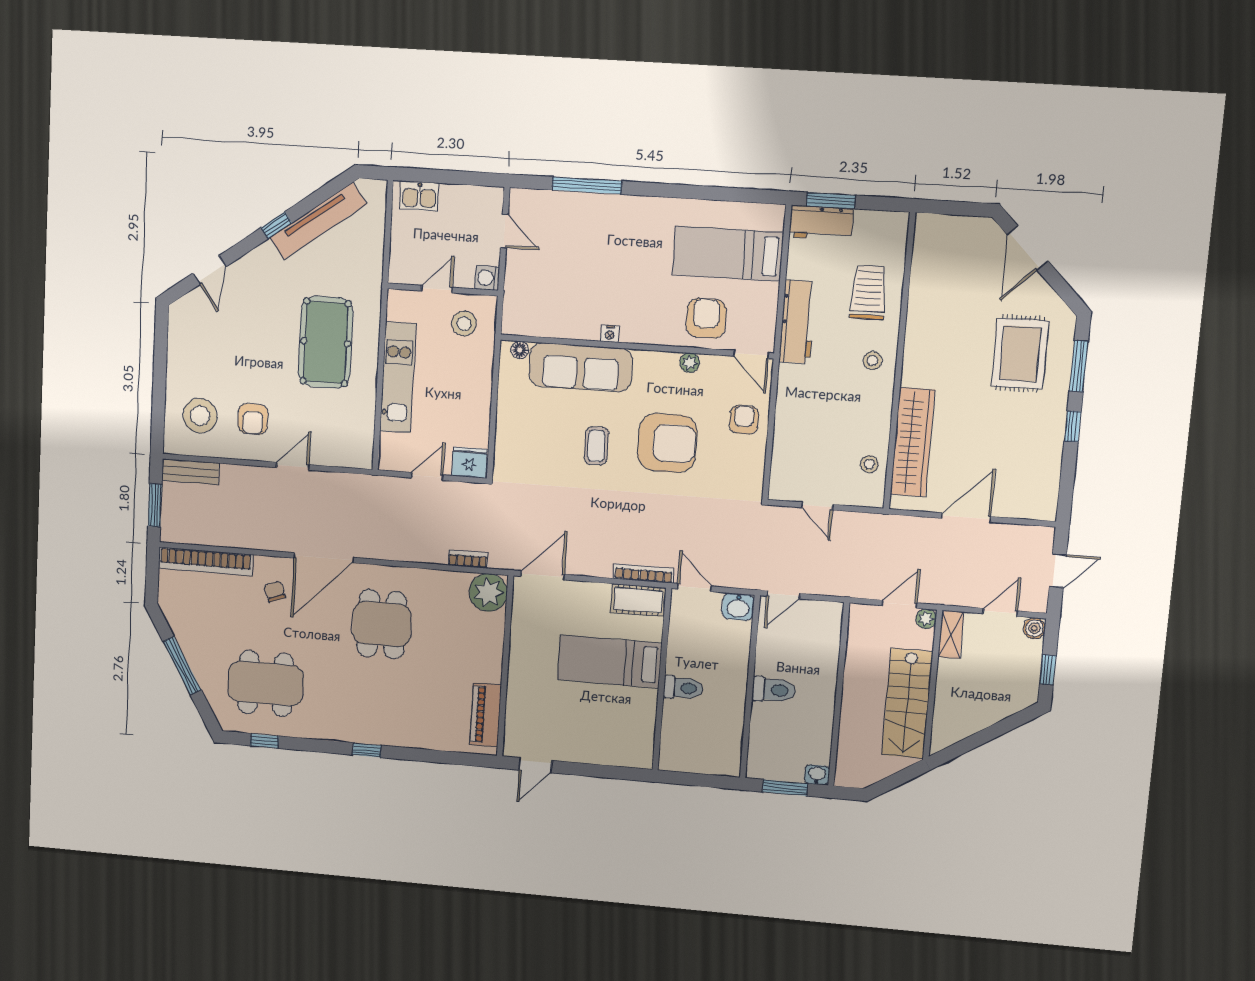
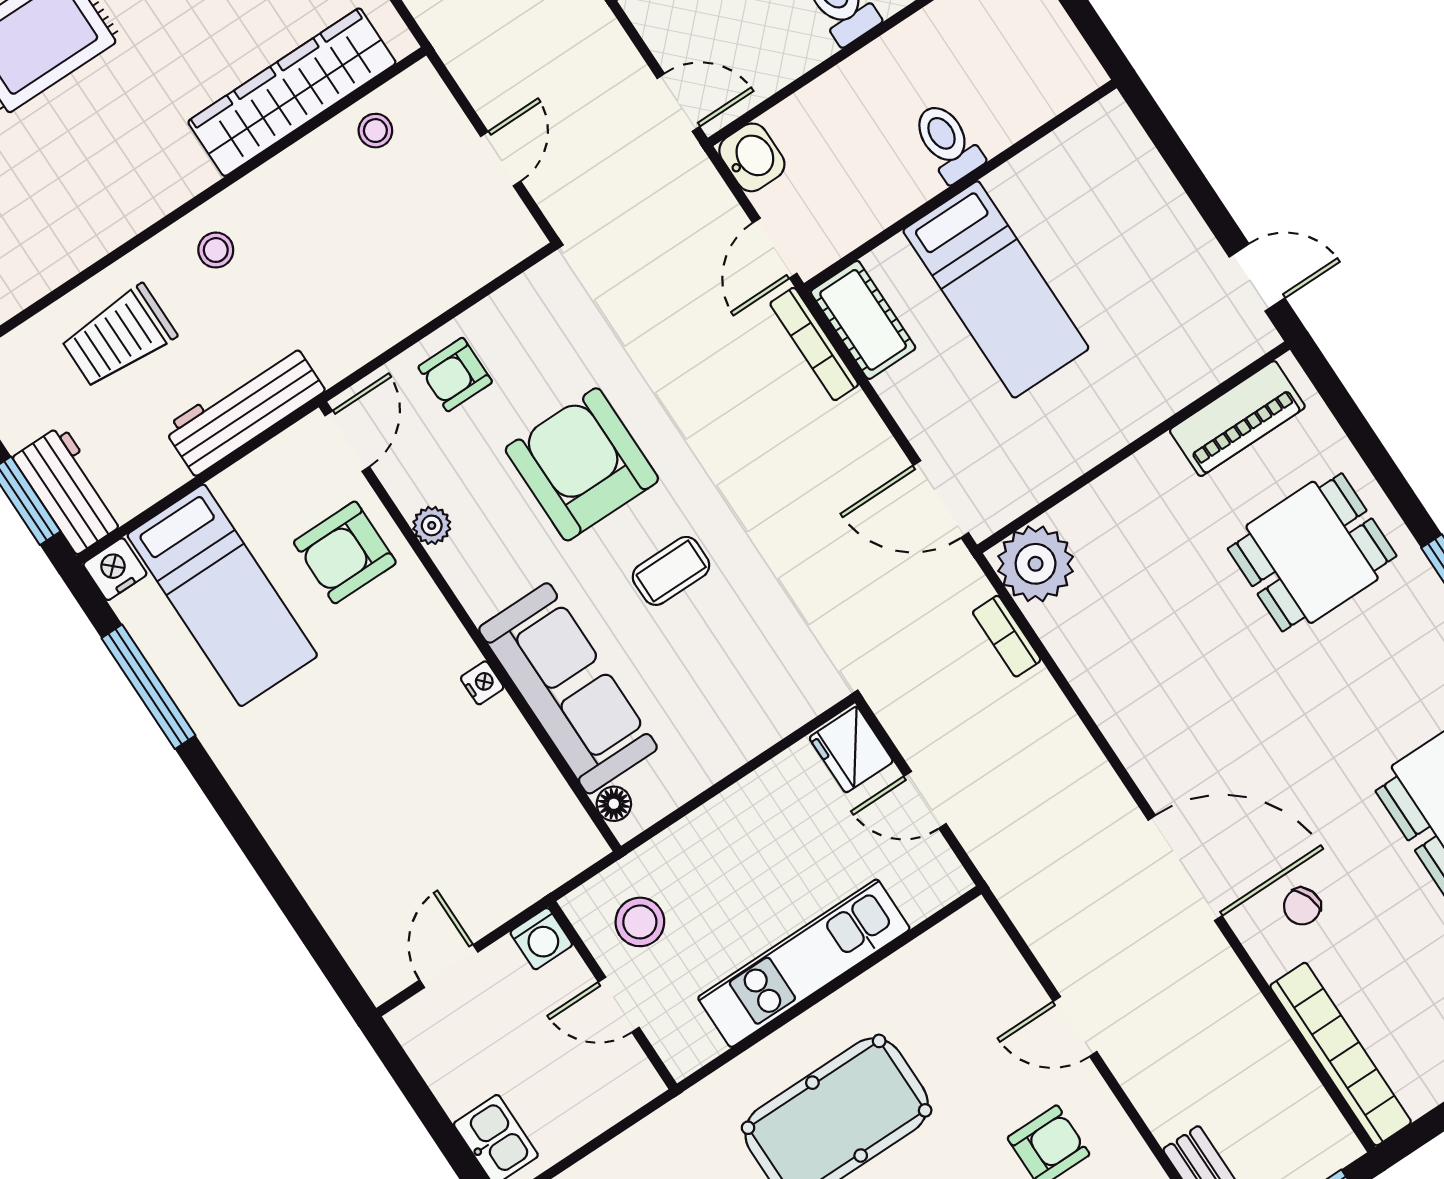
window: (587, 186) -> (149, 687), moved
nightstand: (773, 217) -> (115, 569), added
dining table: (382, 624) -> (1312, 552), moved

